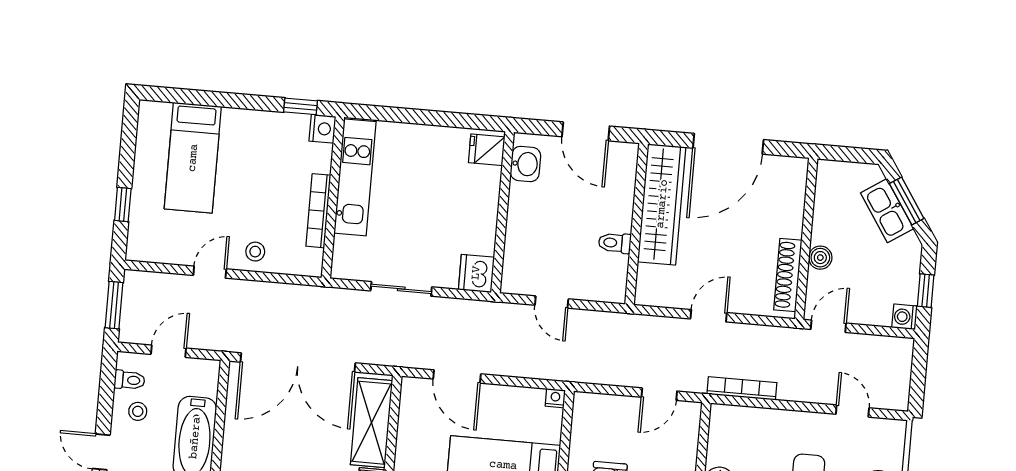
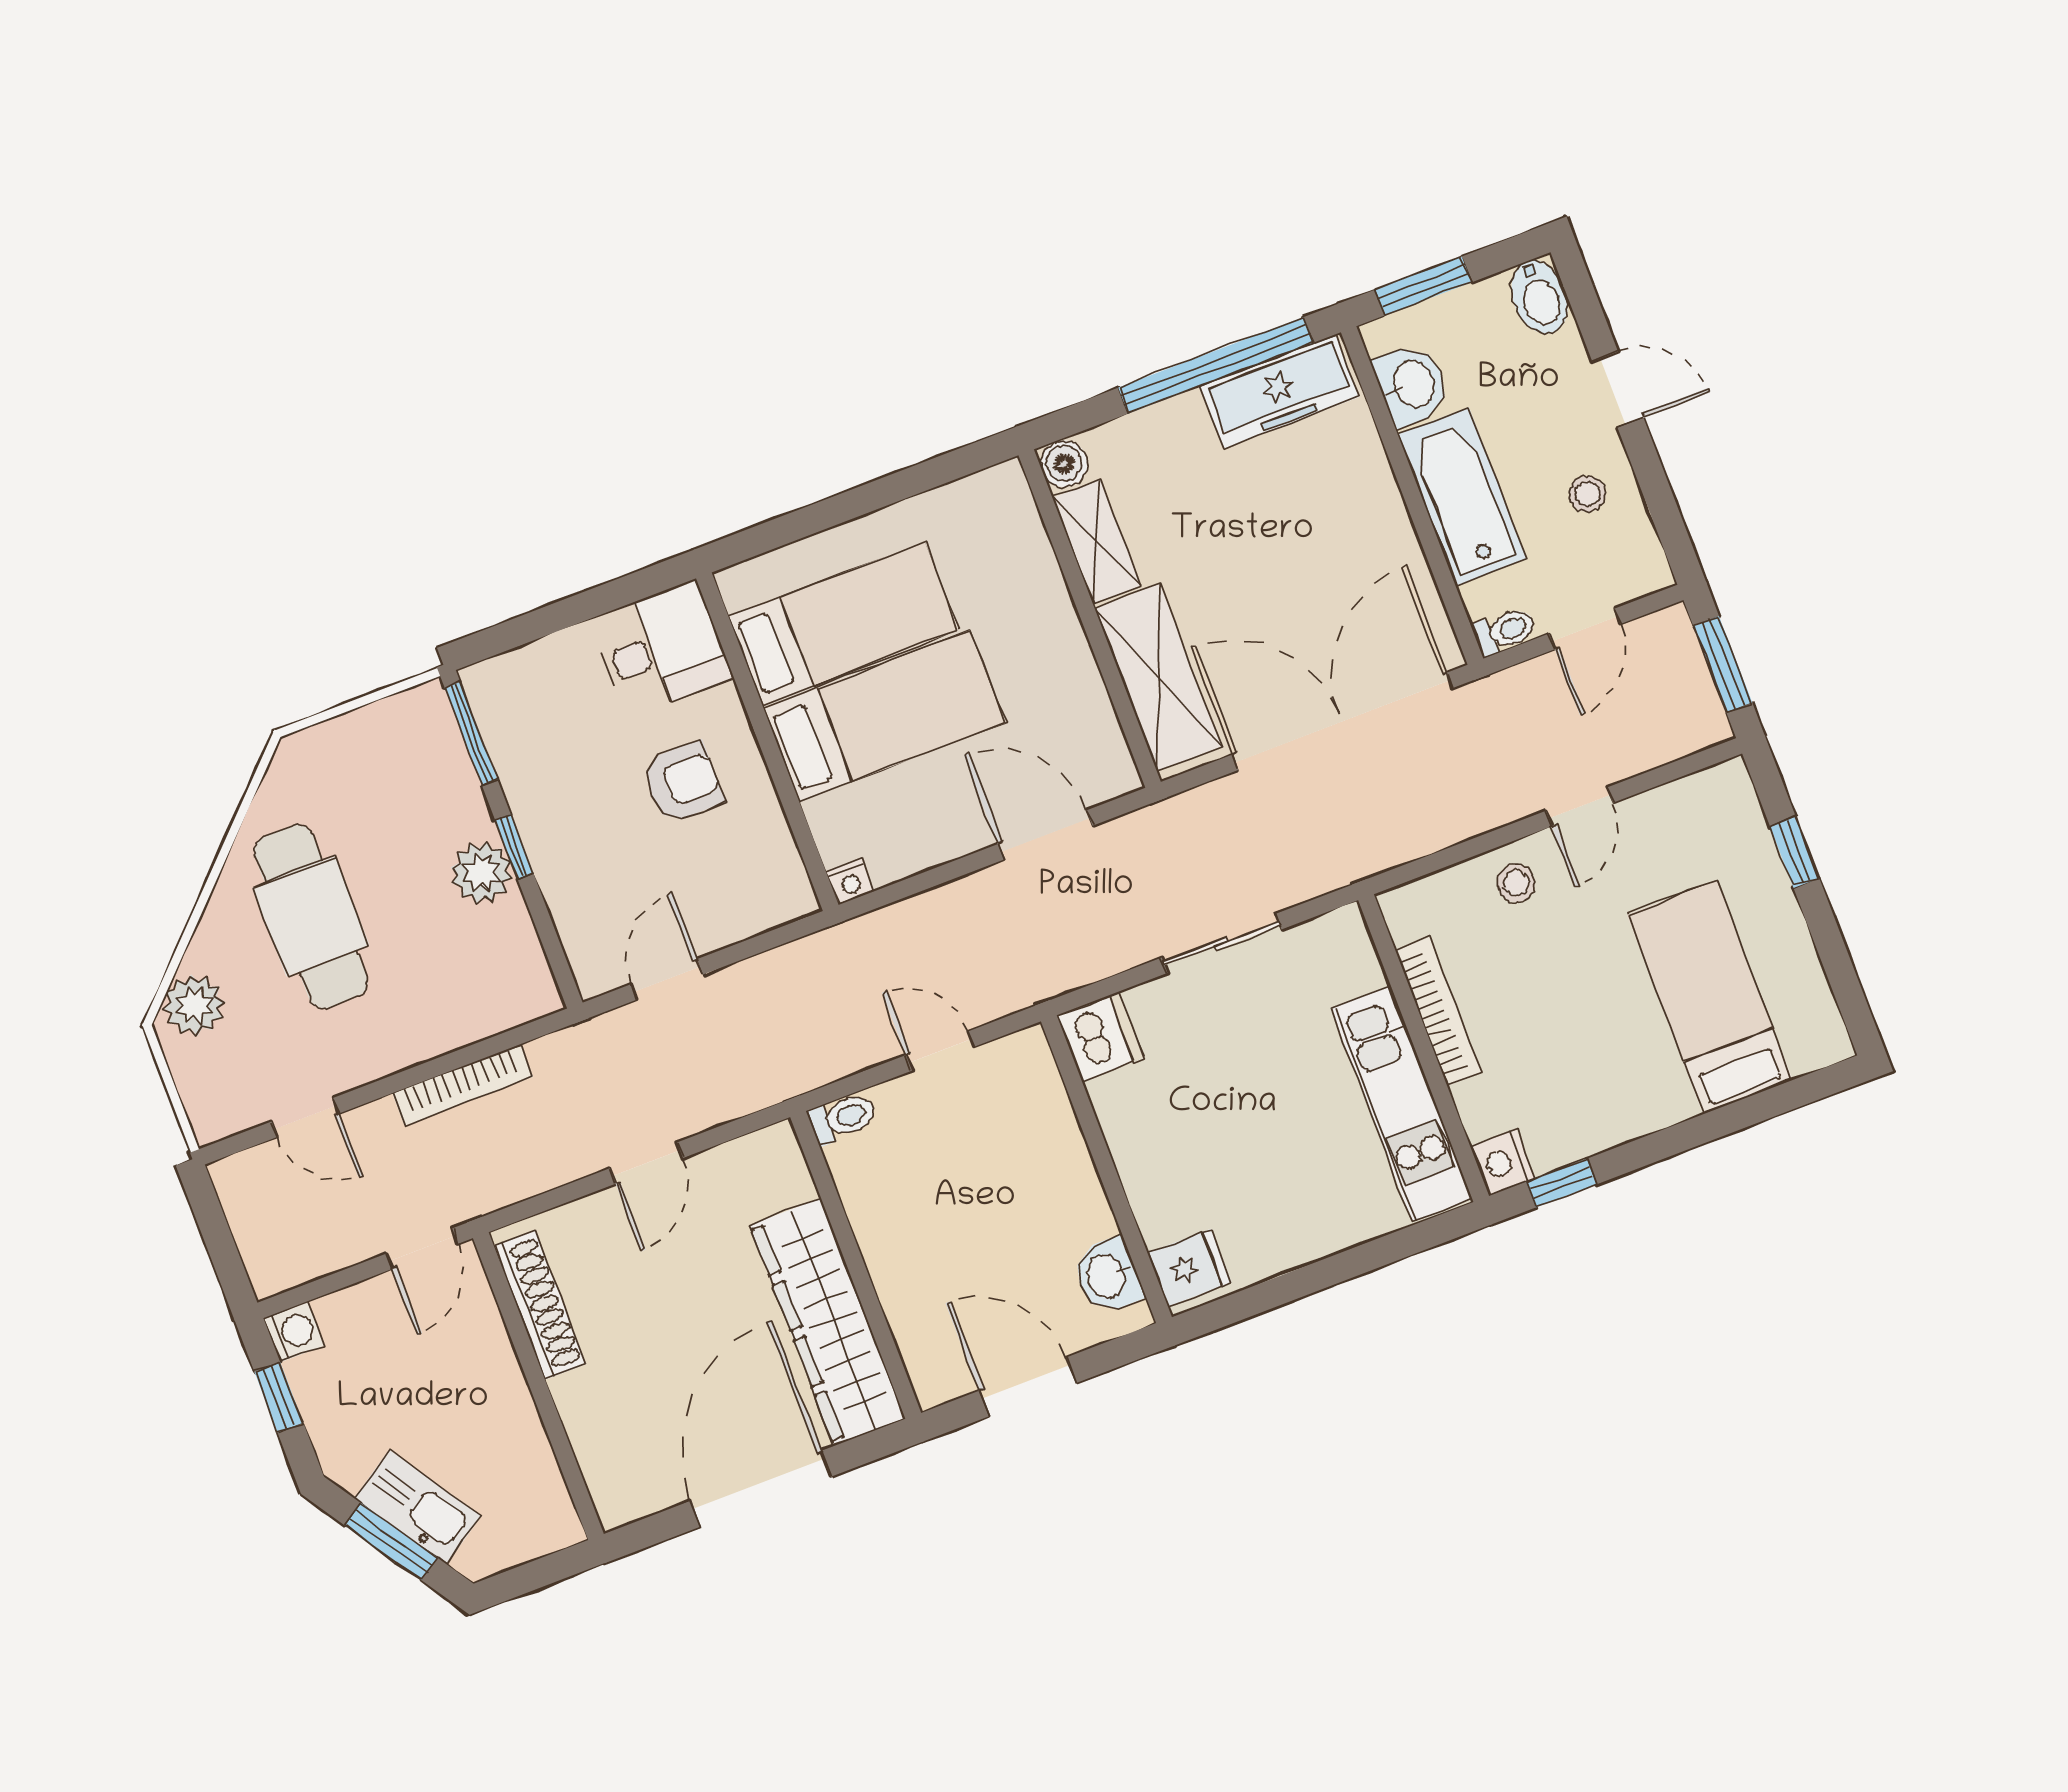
toilet: (615, 243) -> (843, 1118), moved
boiler: (820, 258) -> (497, 1365), removed
toilet: (129, 380) -> (1505, 631), moved, turned 180
bookcase: (742, 388) -> (463, 1085), moved

